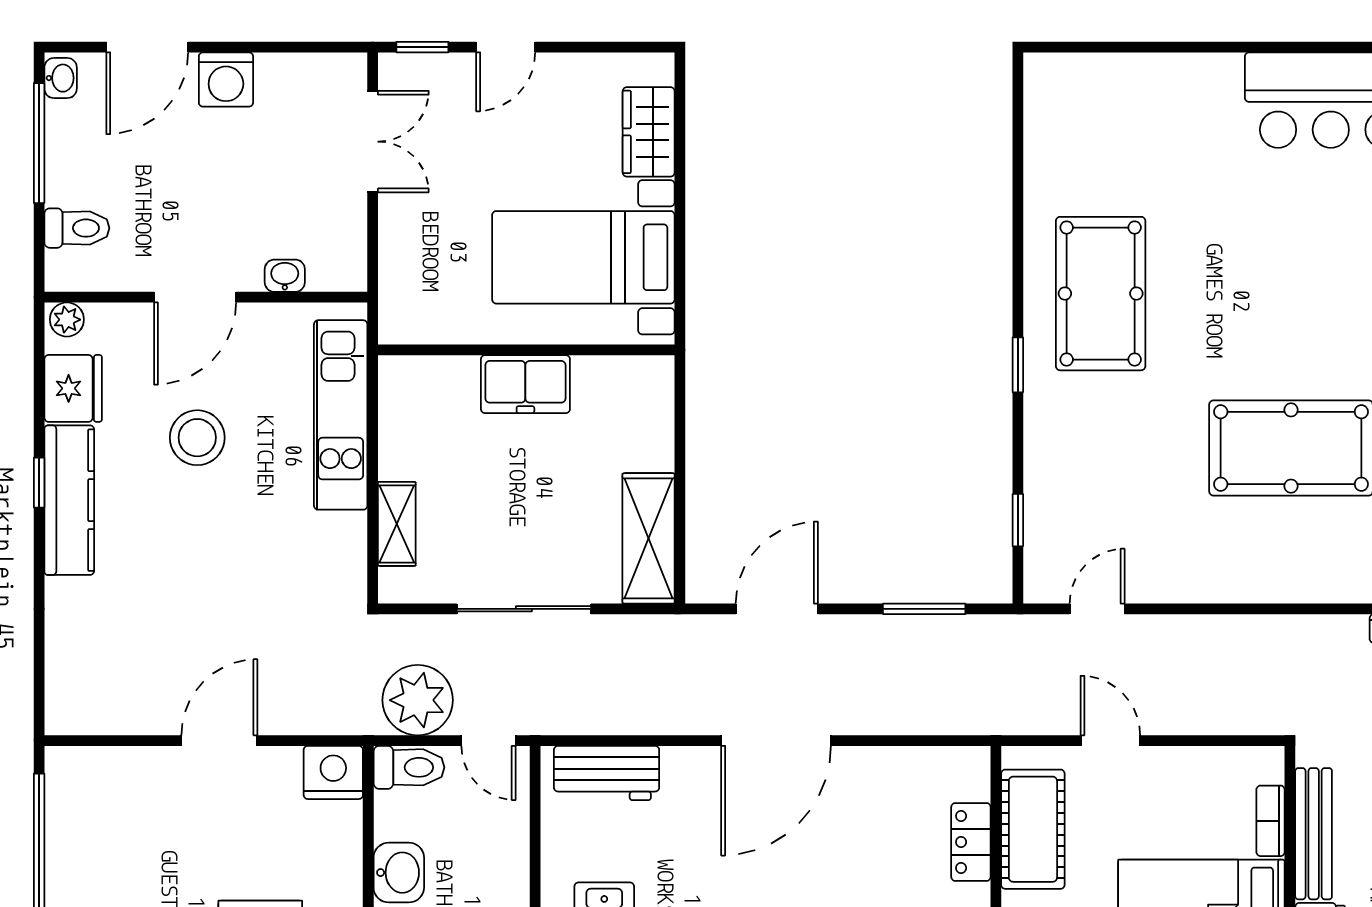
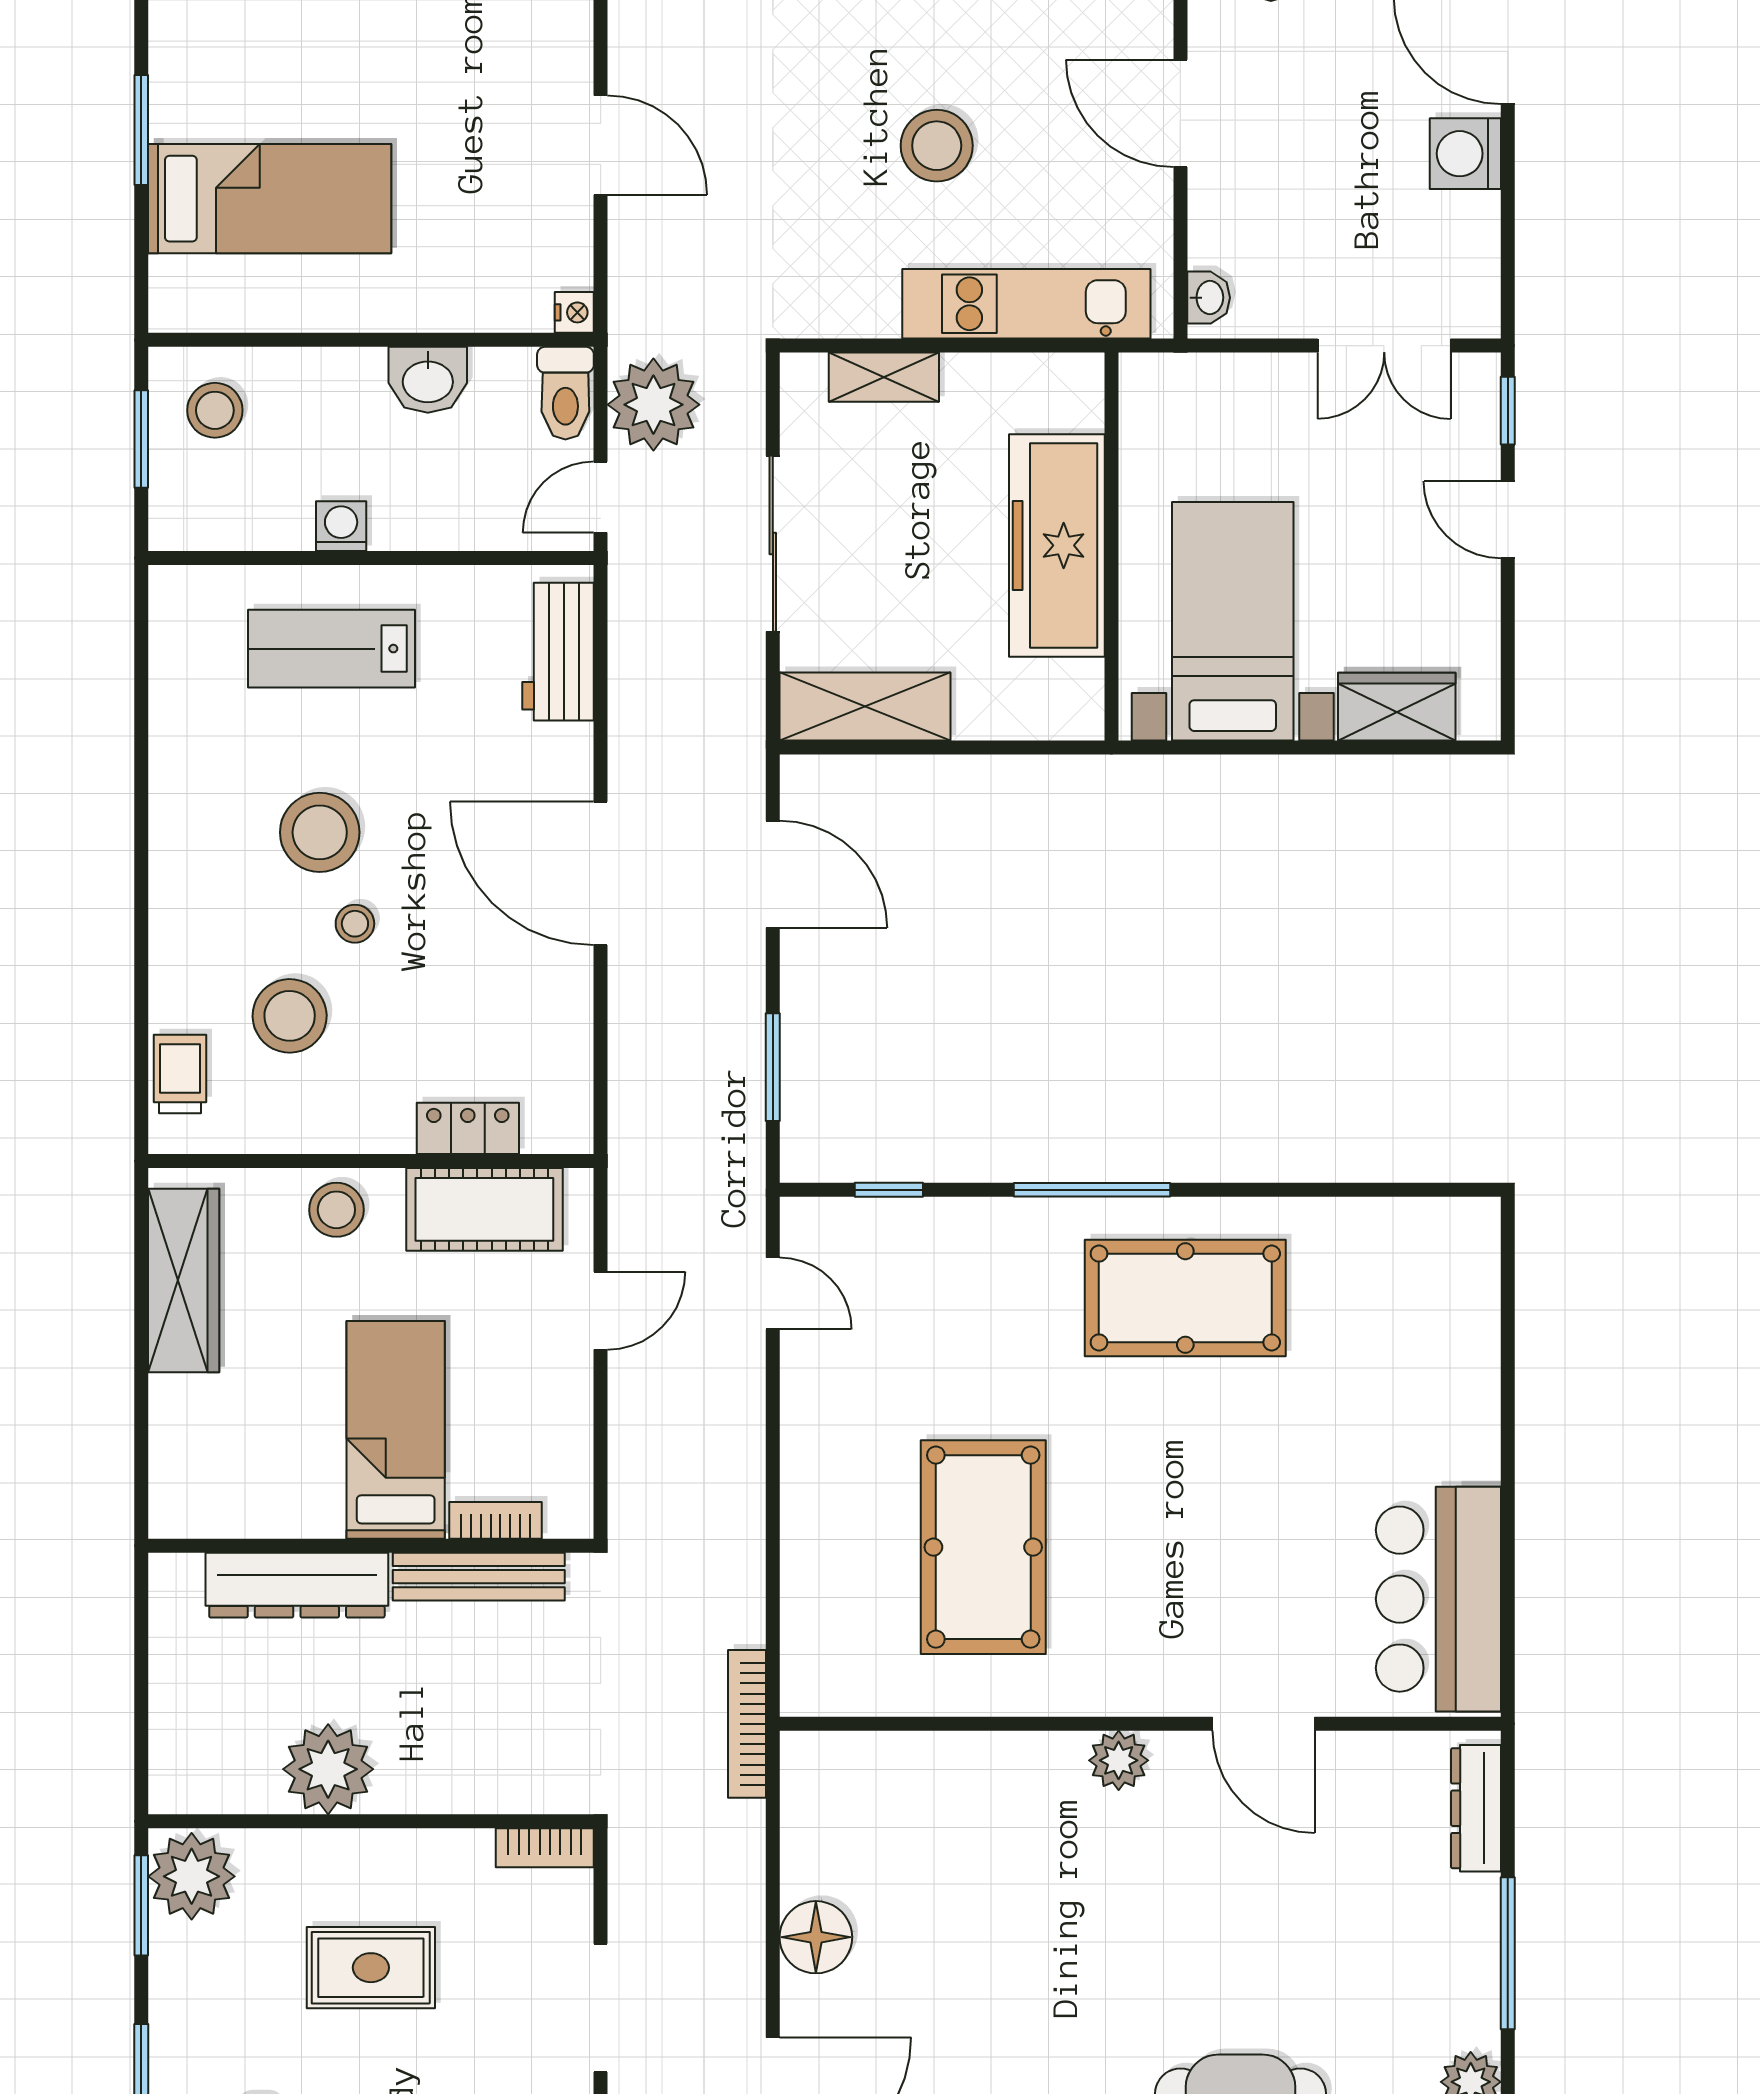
washbasin: (285, 276) -> (1209, 298), moved
window: (1018, 365) -> (1092, 1190), width x2.17
freezer: (525, 384) -> (1057, 545), width x1.91, depth x1.26
stool: (197, 438) -> (937, 146), moved
nightstand: (333, 772) -> (574, 312), width x0.53, depth x0.56

